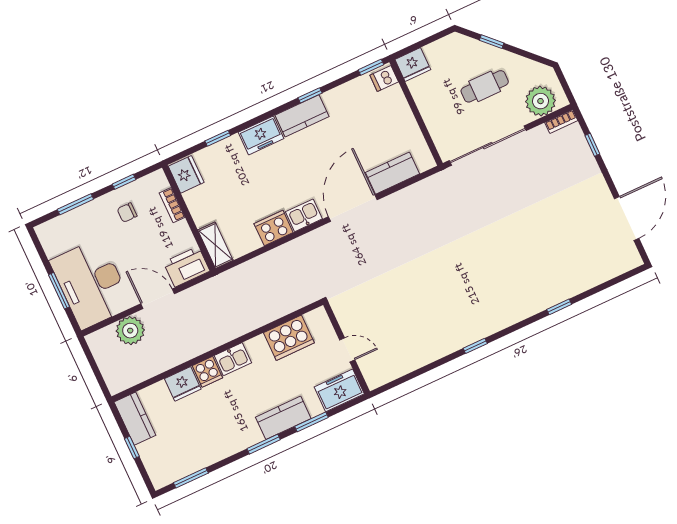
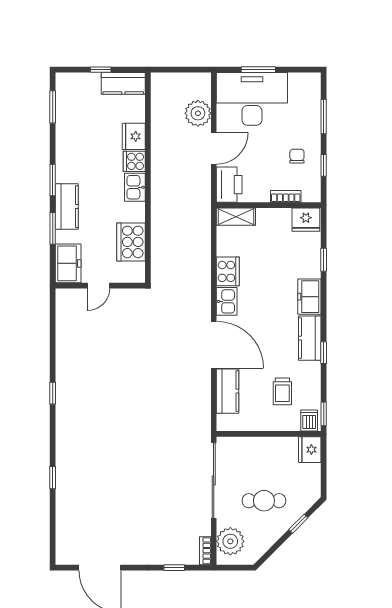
cafe table: (485, 86) -> (264, 501), turned 90
trolley: (367, 119) -> (282, 391), added

